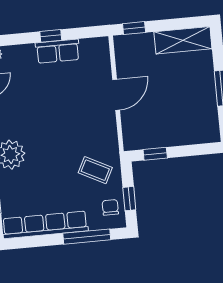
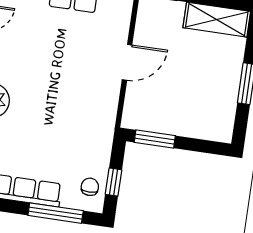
window: (155, 154) -> (155, 139), width x1.50
coffee table: (95, 170) -> (83, 141), removed

